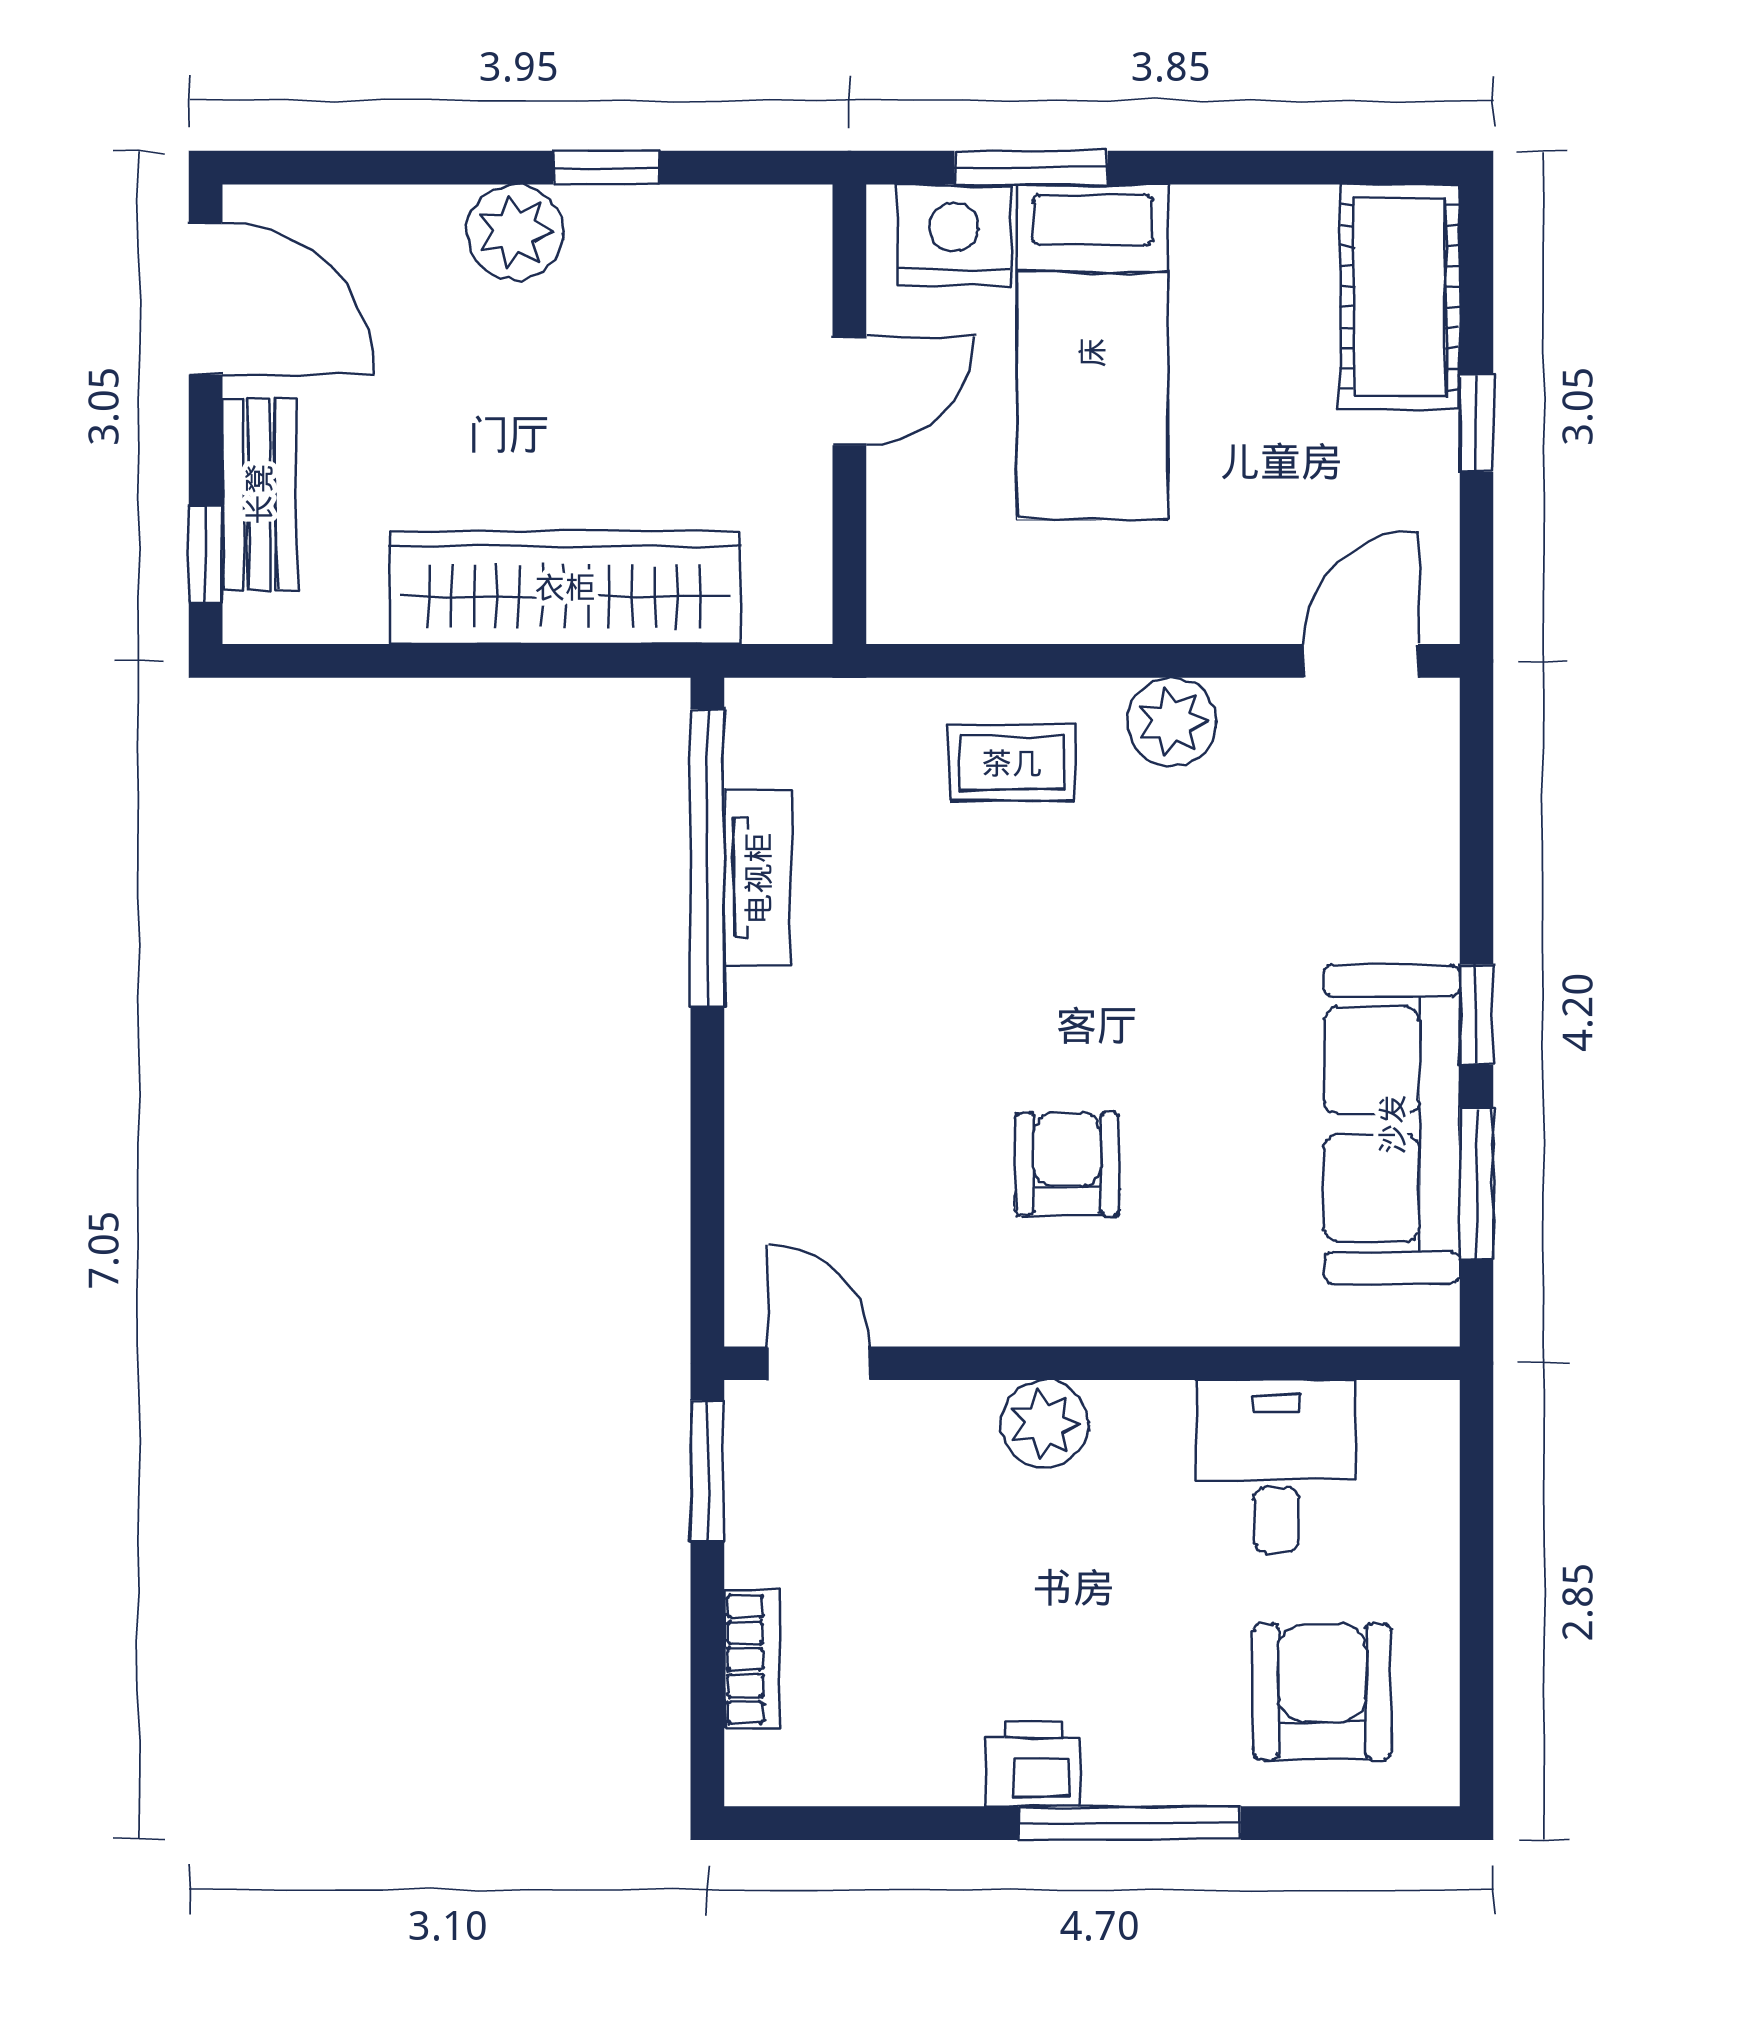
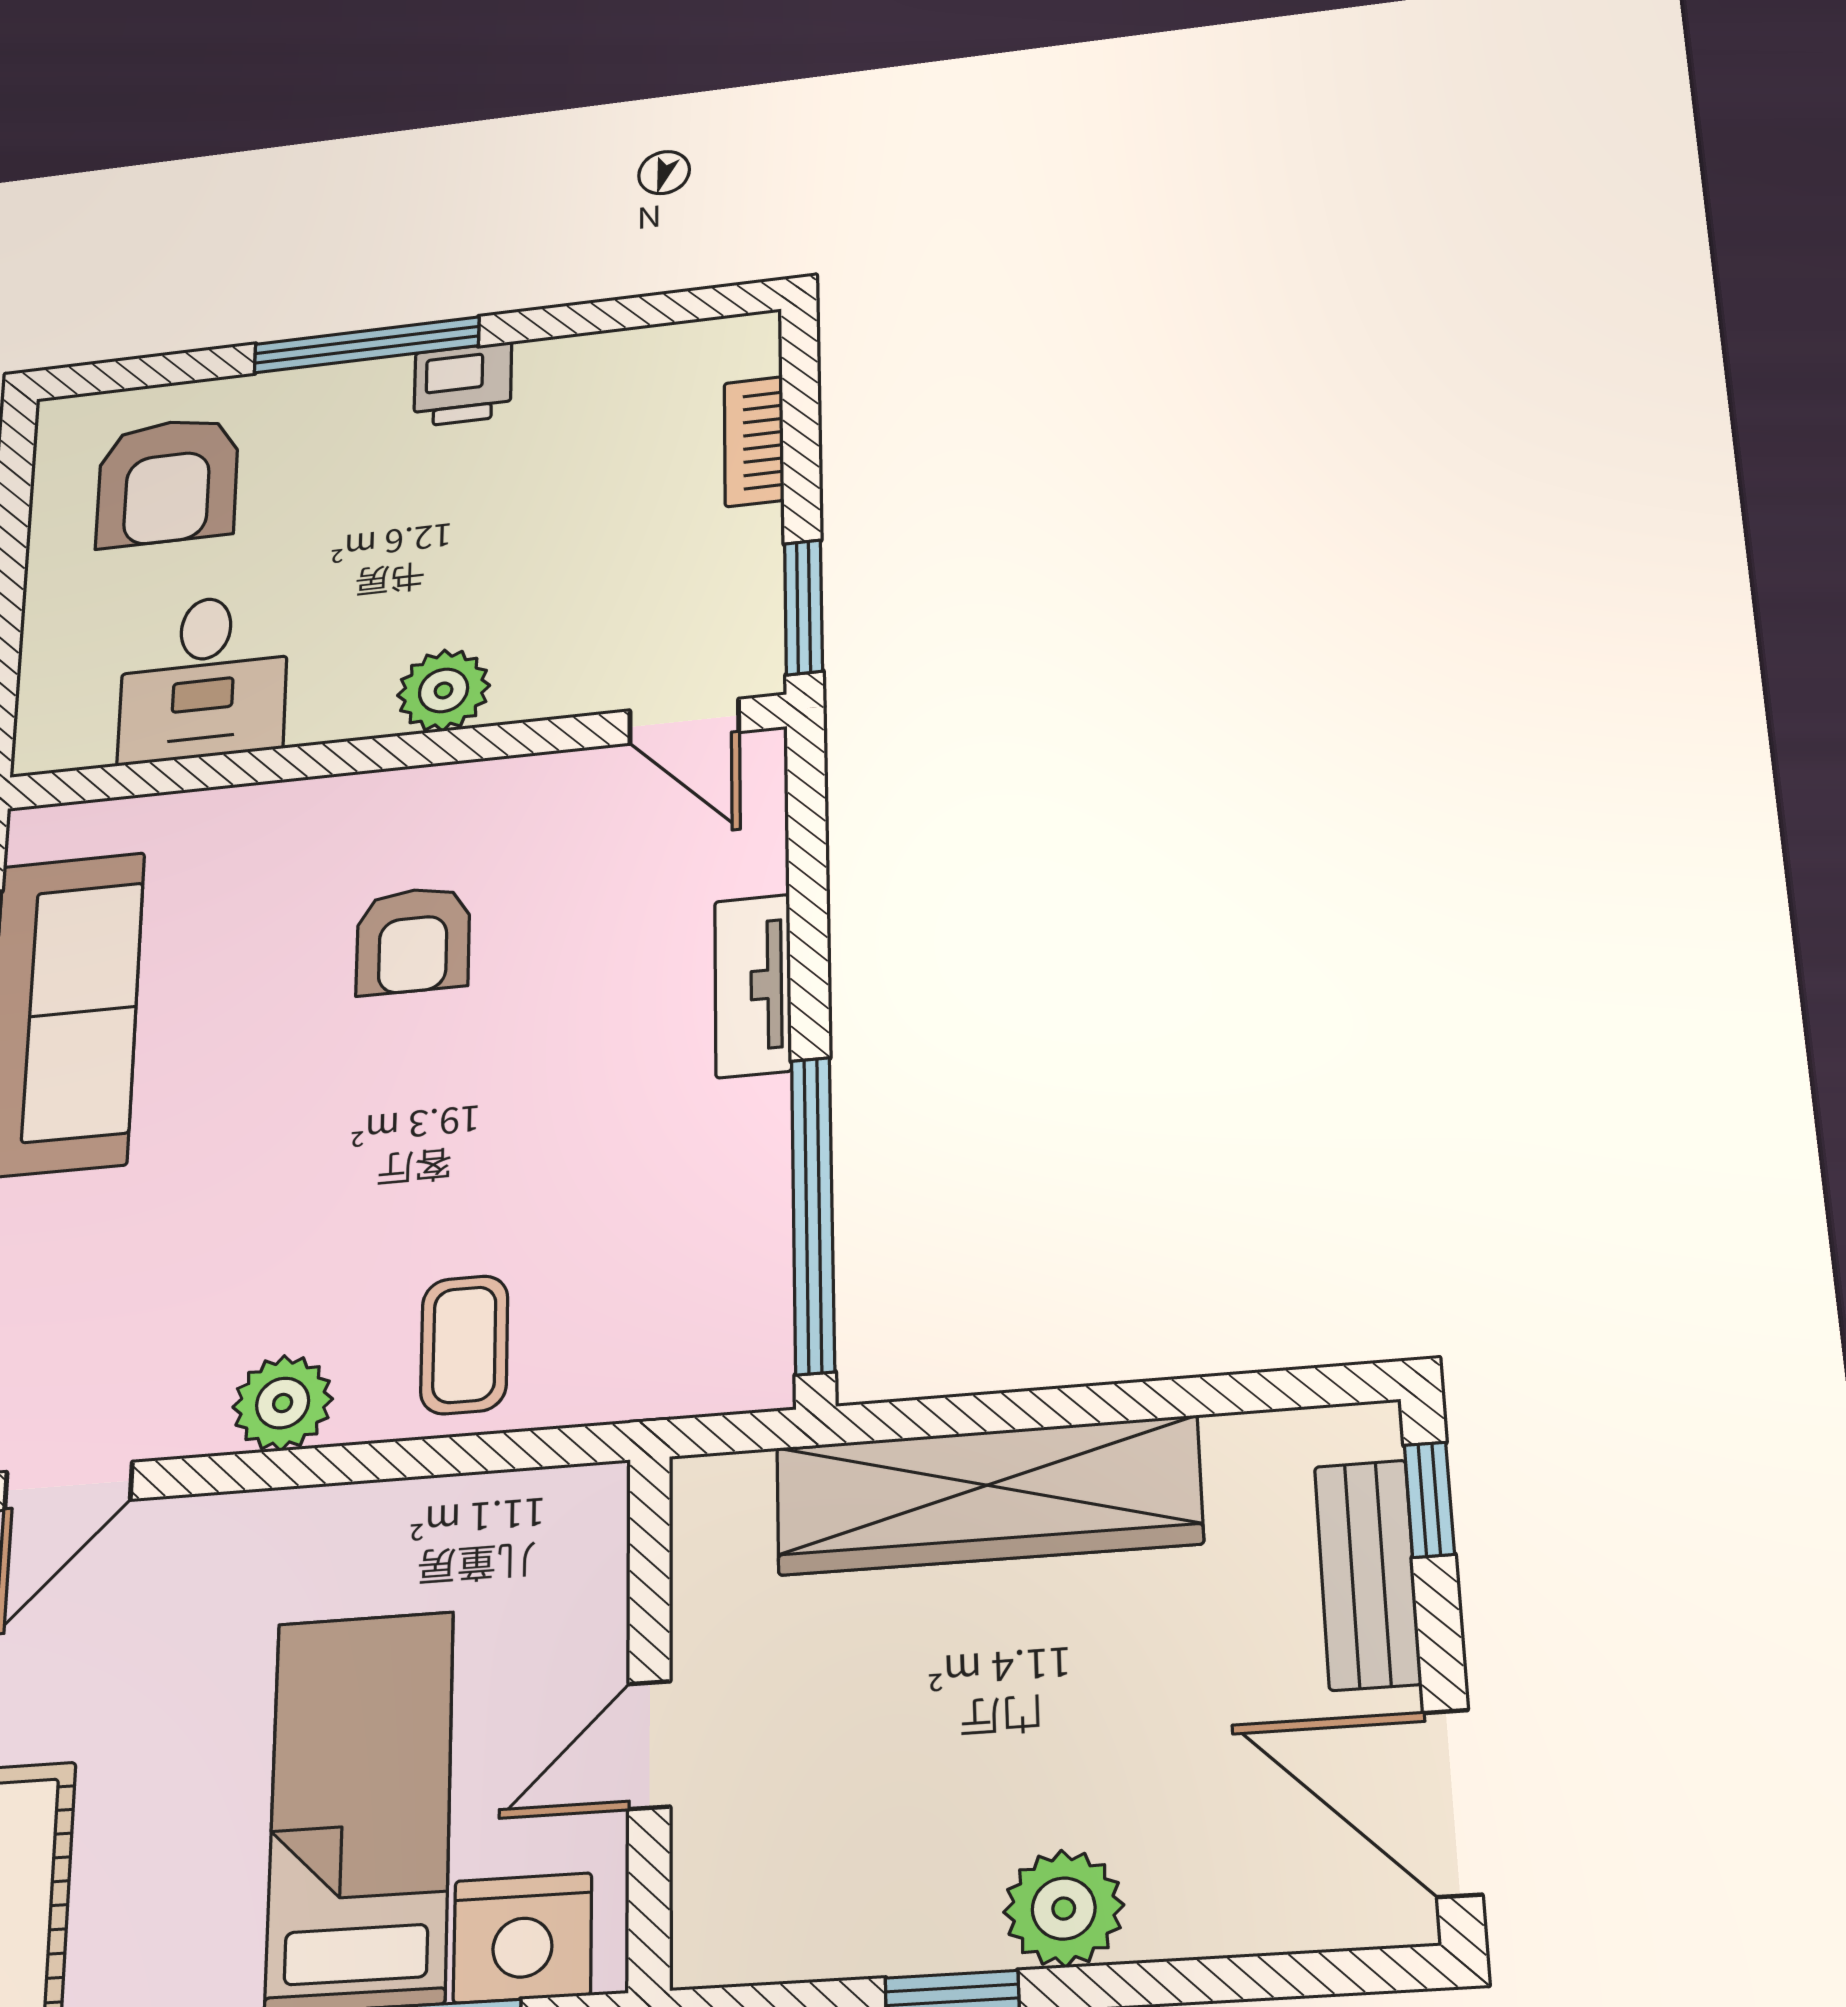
coffee table: (1012, 763) -> (464, 1345), turned 90
tv unit: (758, 878) -> (753, 986), moved

